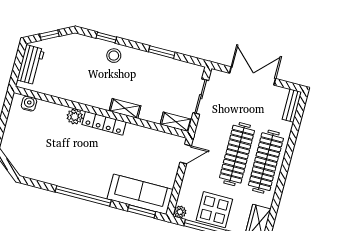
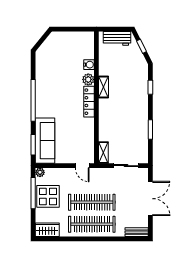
stool: (114, 56) -> (139, 96), removed
water cooler: (29, 104) -> (89, 65), moved
shelving: (125, 108) -> (103, 87), moved

